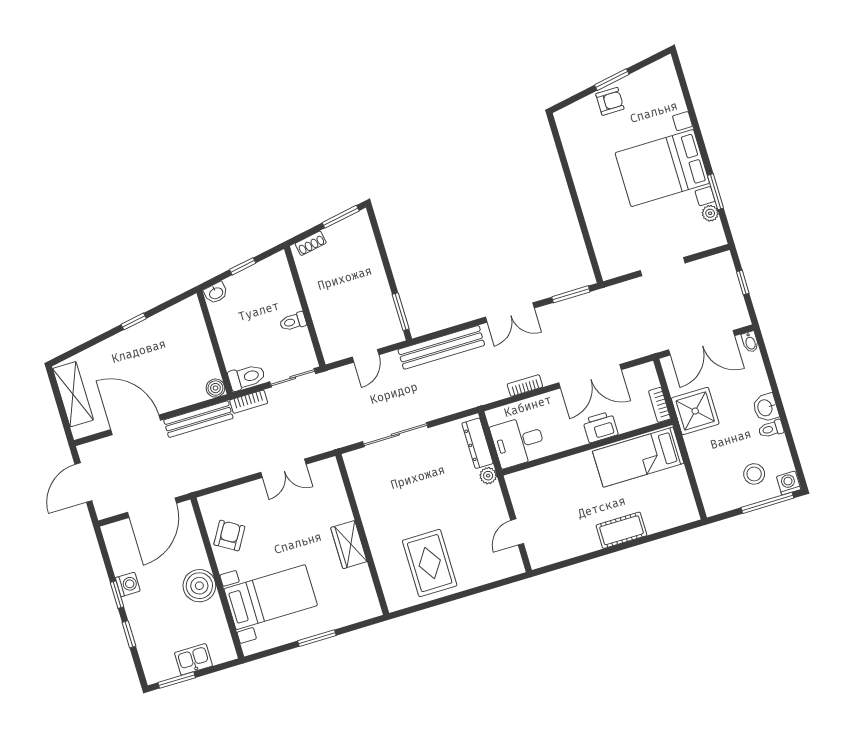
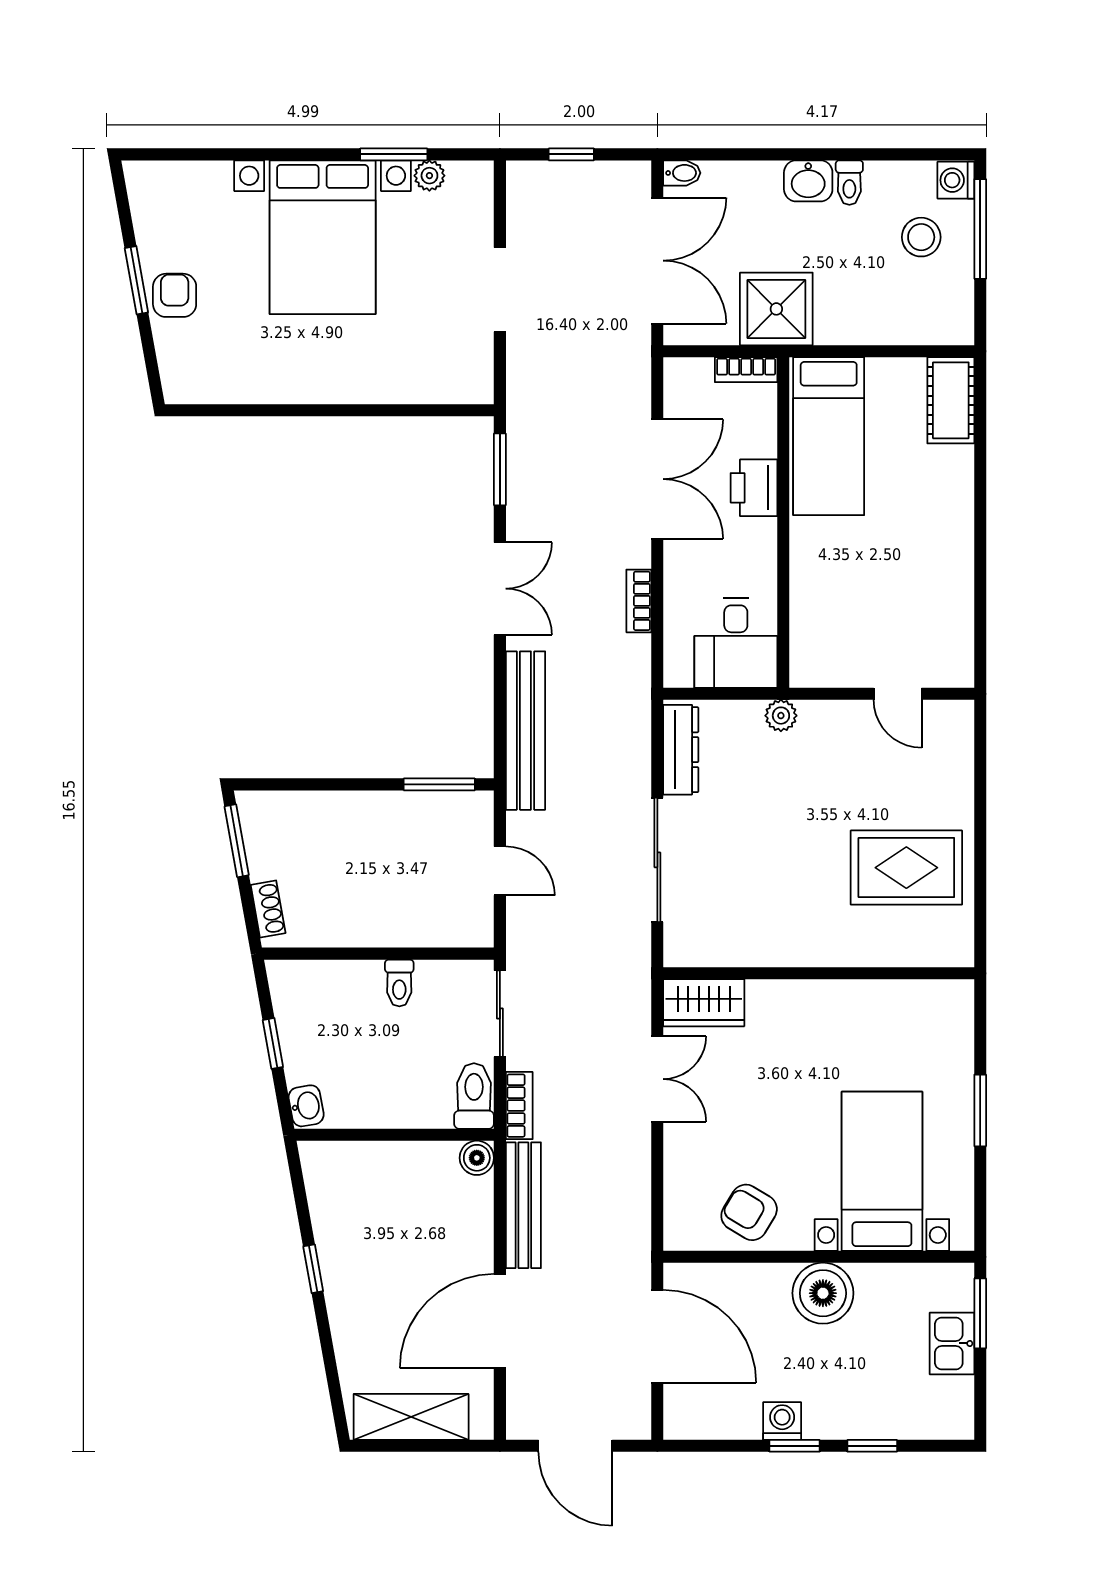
dresser: (477, 443) -> (681, 750), moved, turned -90
cot: (621, 530) -> (951, 400), moved
wardrobe: (349, 545) -> (704, 1003), moved
window: (177, 680) -> (980, 1313), moved

